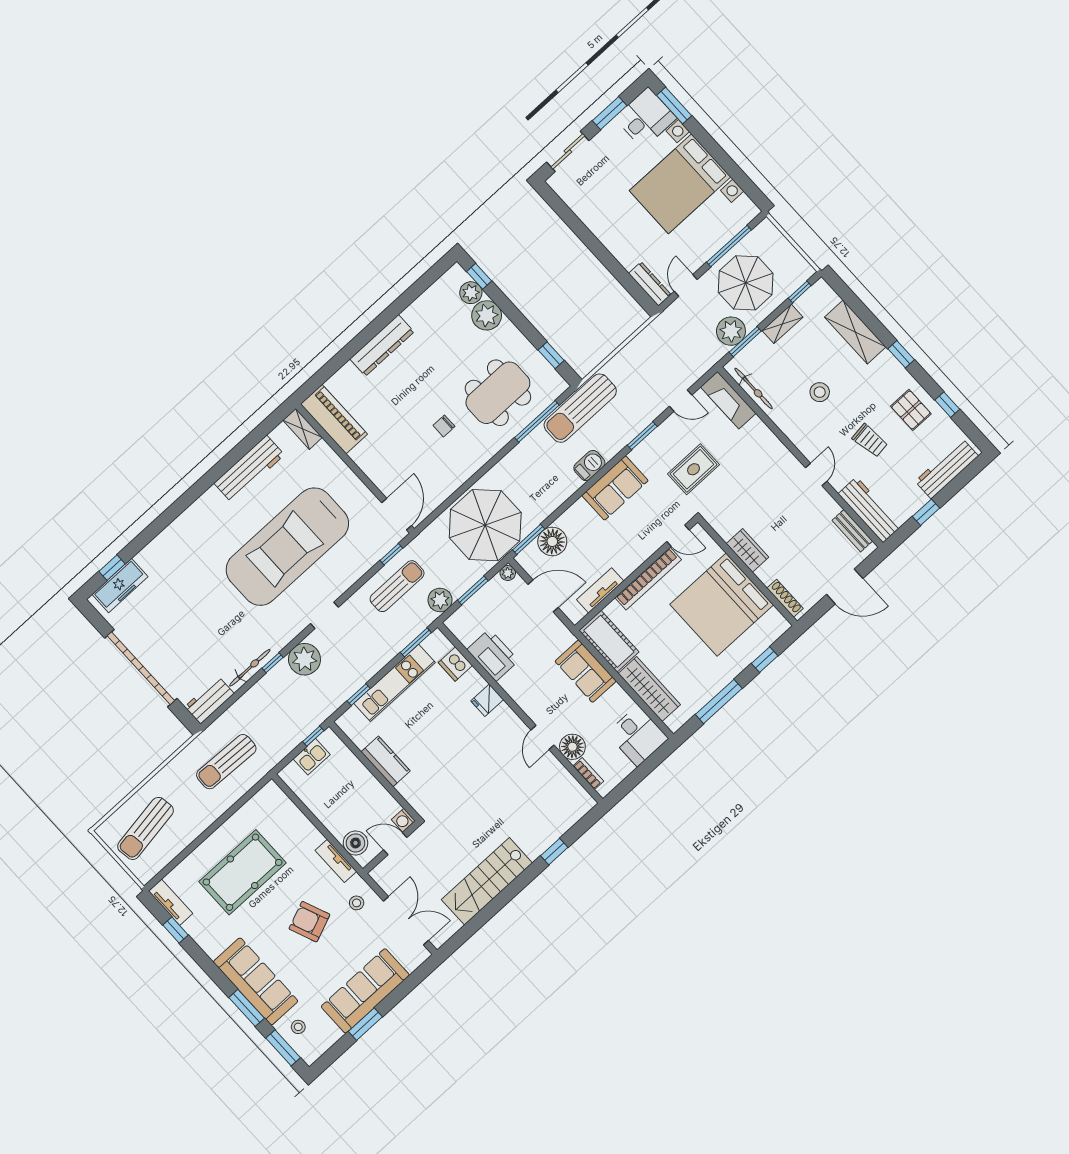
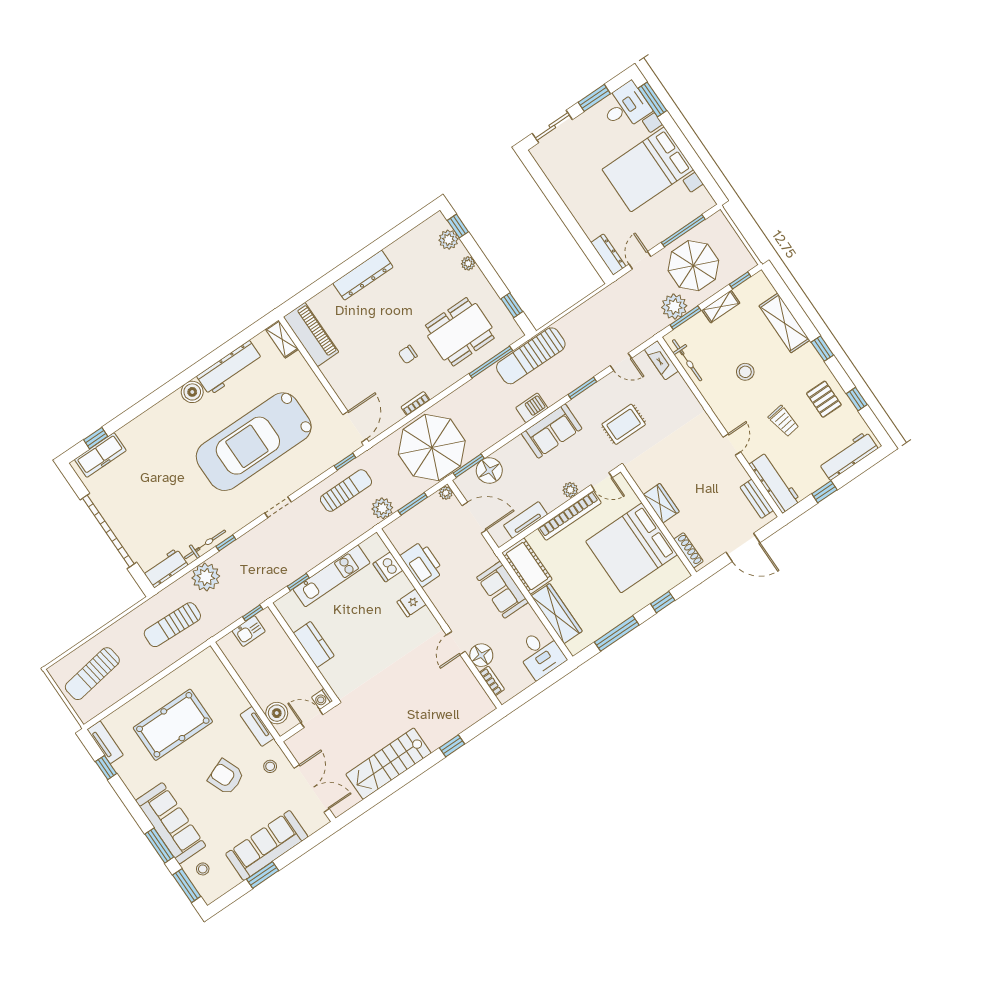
plant: (487, 315) -> (468, 263), width x0.53, depth x0.53
fireplace: (728, 400) -> (661, 360), width x0.73, depth x0.76
bookcase: (460, 479) -> (415, 404), added
boiler: (212, 501) -> (192, 392), added
plant: (645, 550) -> (570, 490), added
window: (416, 642) -> (356, 543), removed
plant: (304, 659) -> (206, 577), moved

